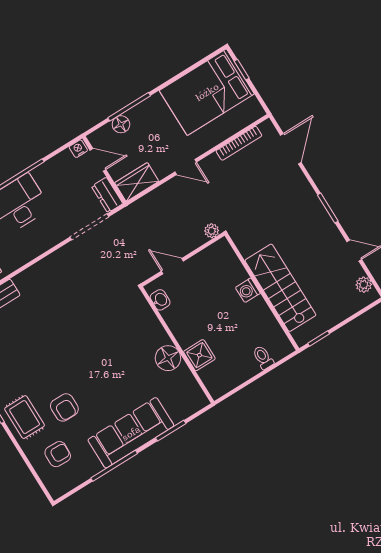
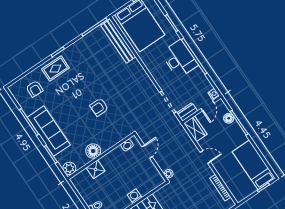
bed: (207, 92) -> (254, 165), width x0.67
door: (186, 167) -> (205, 157), swing flipped
plant: (196, 400) -> (69, 168), added
armchair: (64, 407) -> (99, 107), moved

